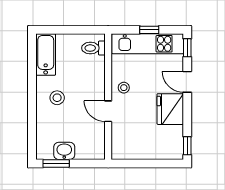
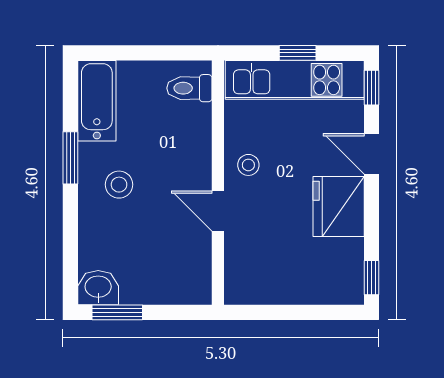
window: (32, 84) -> (70, 158), added
washbasin: (64, 151) -> (98, 288), moved

